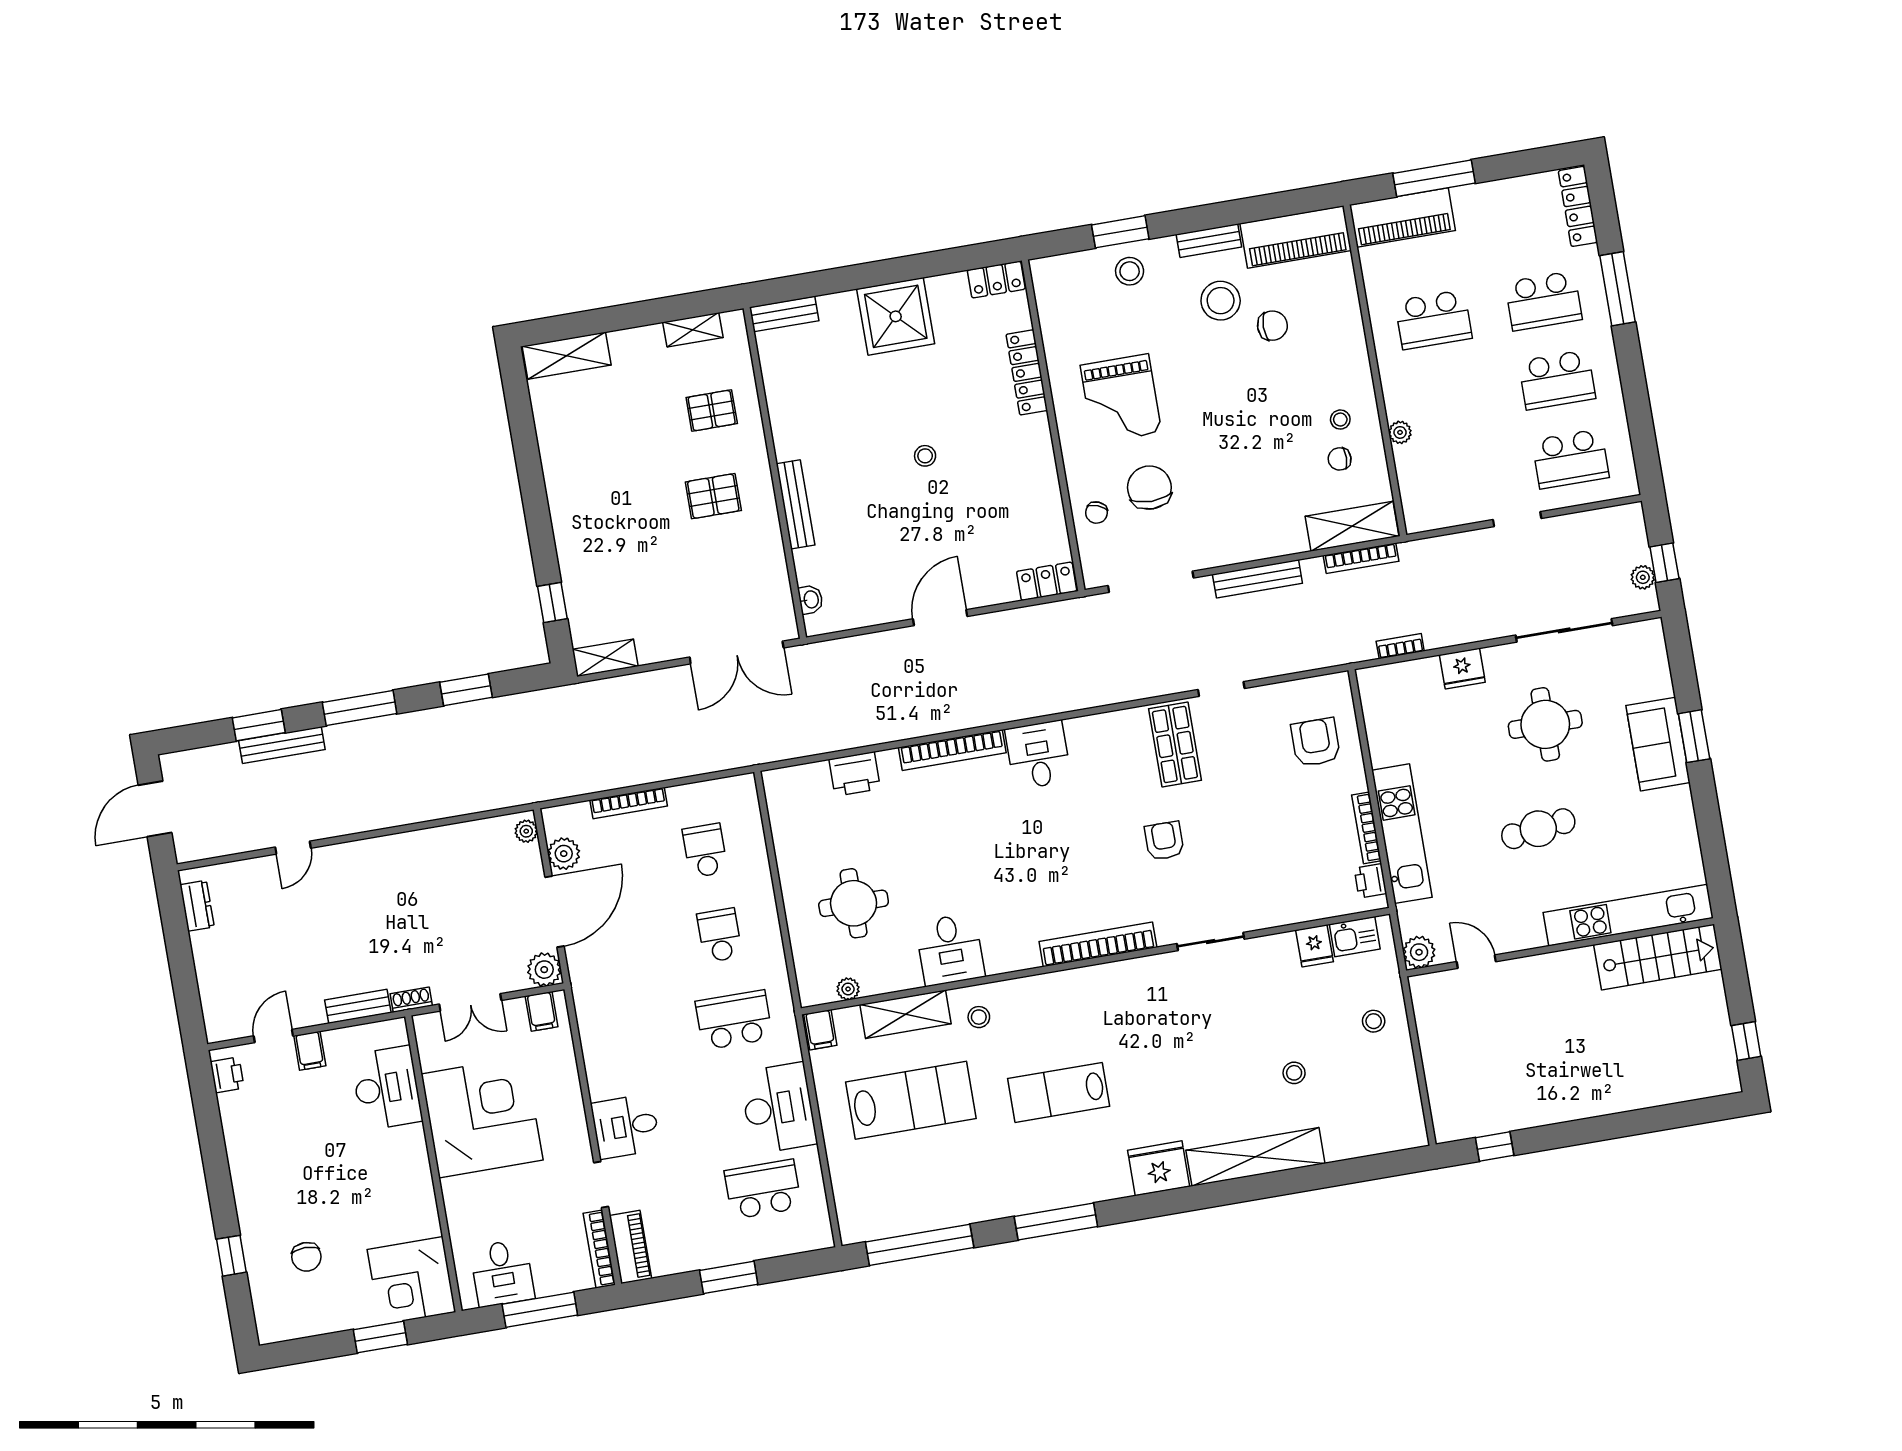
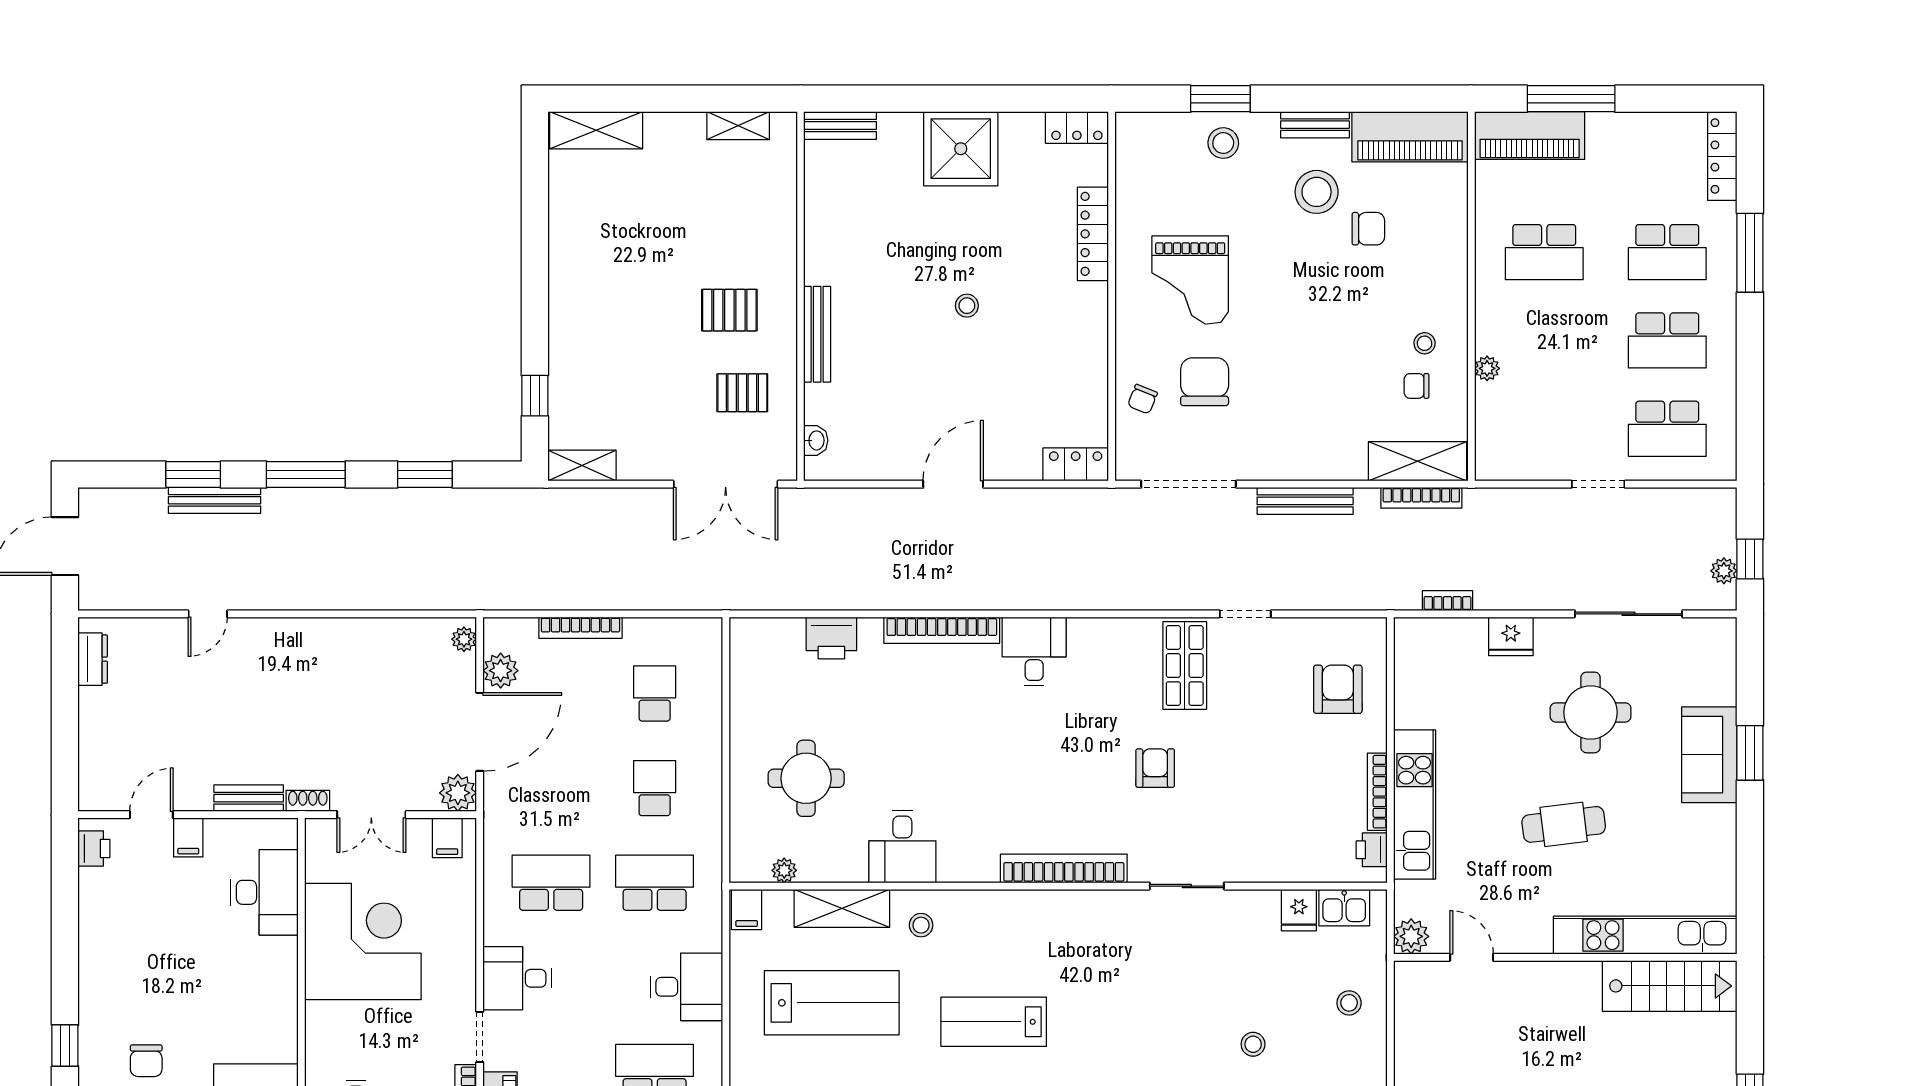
pallet: (712, 411) -> (742, 393), moved
school desk: (641, 1036) -> (551, 883), added
desk: (778, 1108) -> (686, 987), width x0.73

